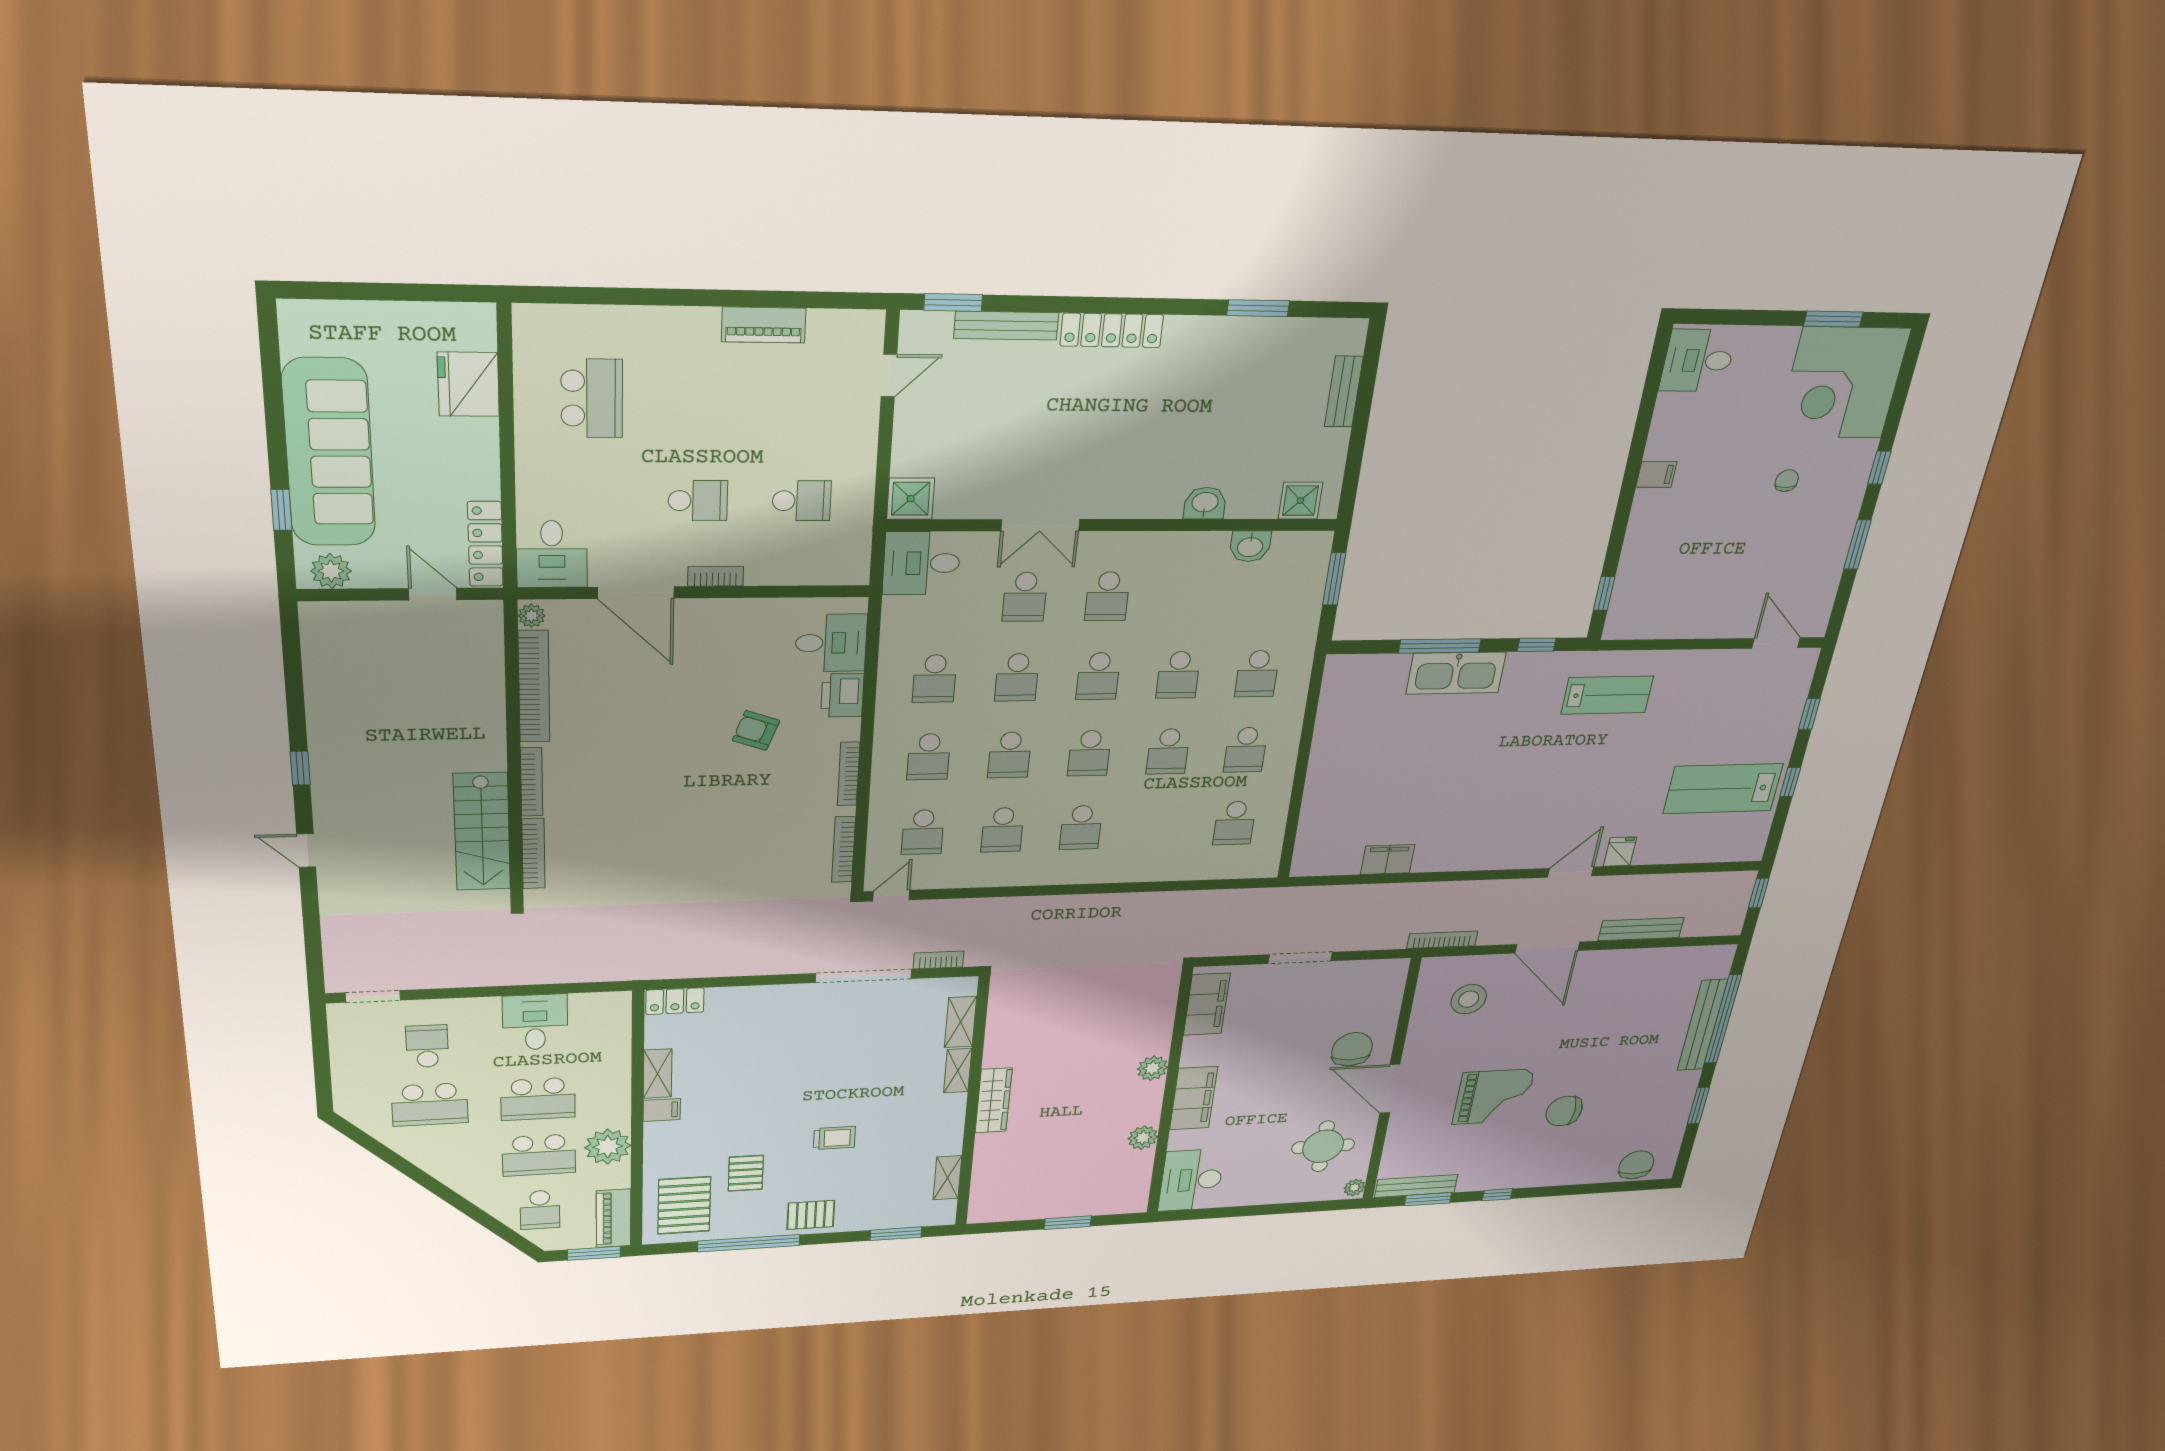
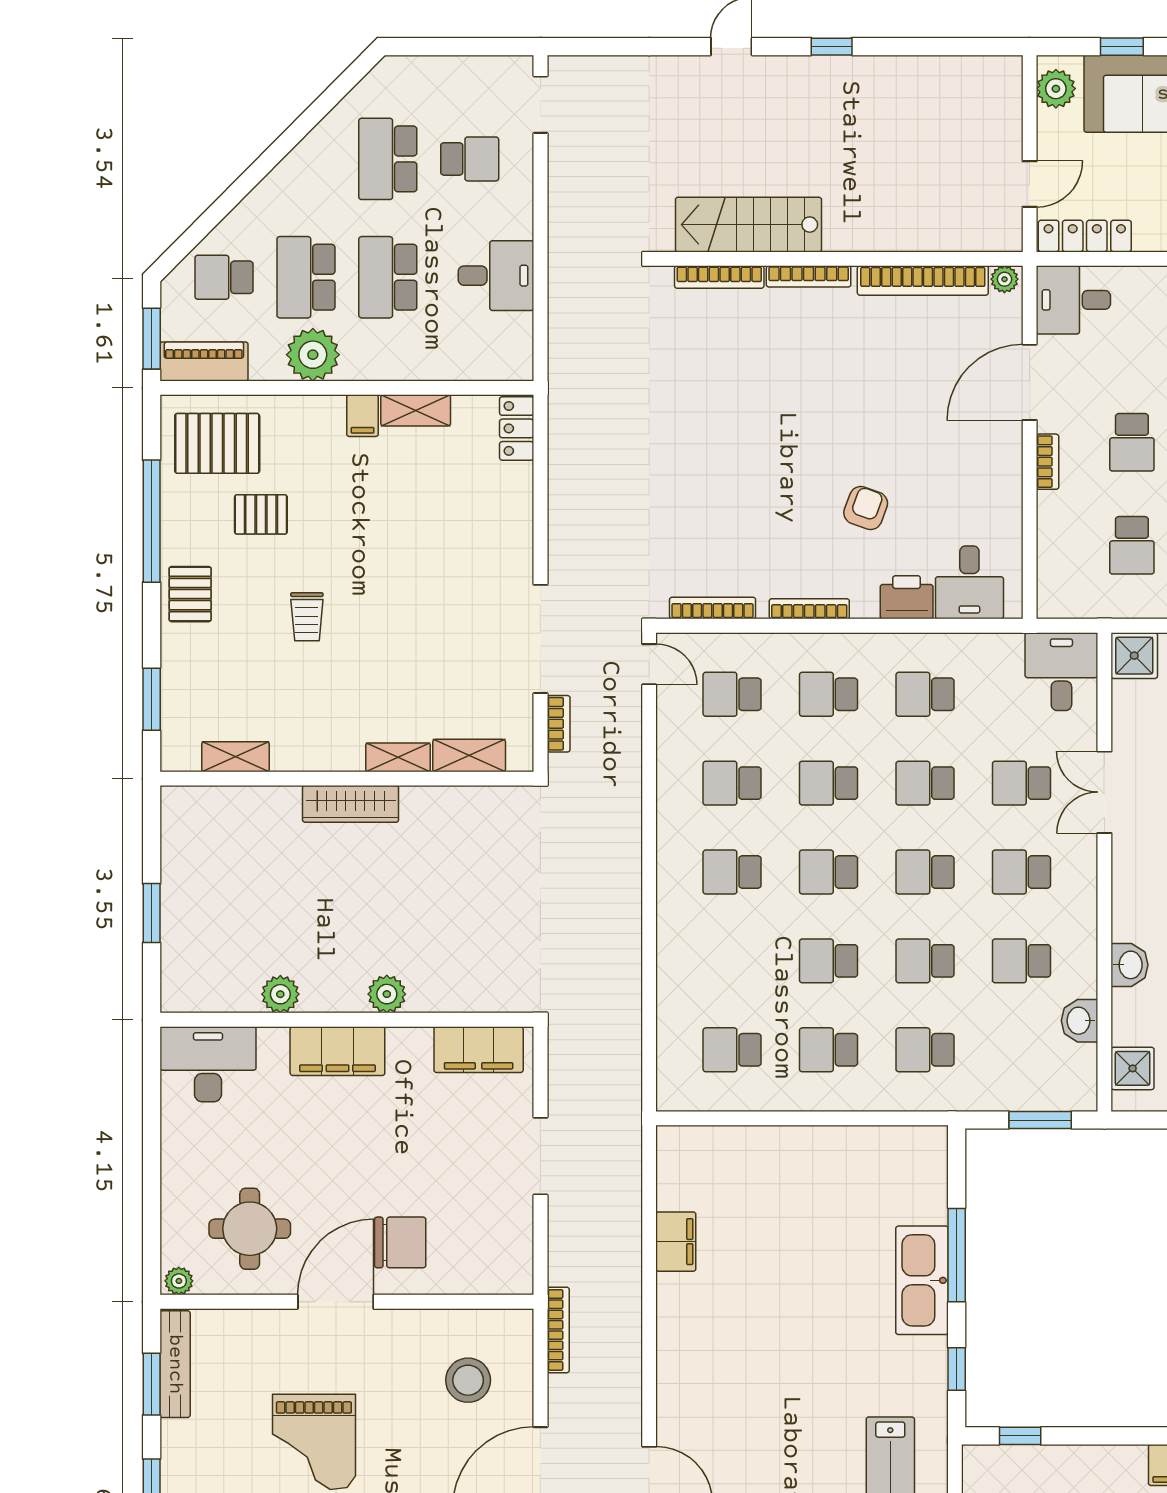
school desk: (1189, 596) -> (1021, 961), added

